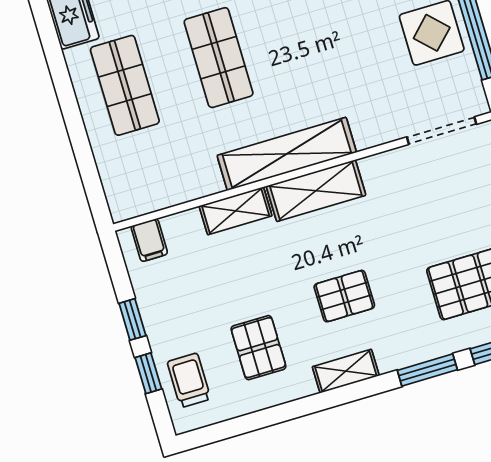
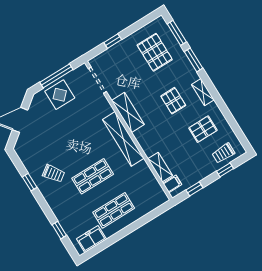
shelving: (316, 191) -> (128, 112), moved
shelving: (236, 211) -> (160, 167), moved
window: (132, 319) -> (194, 189), moved

